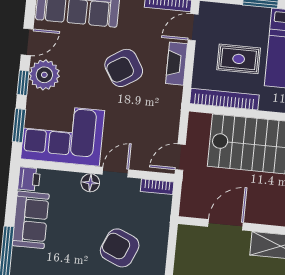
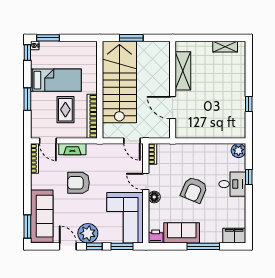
armchair: (124, 68) -> (78, 183), turned 122
armchair: (120, 248) -> (194, 190), moved

